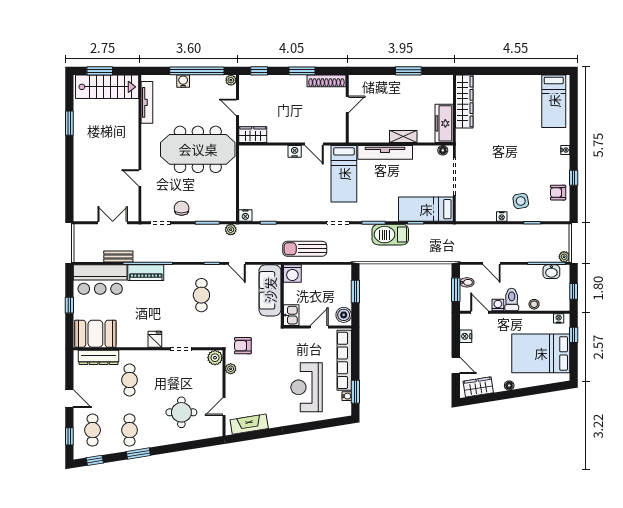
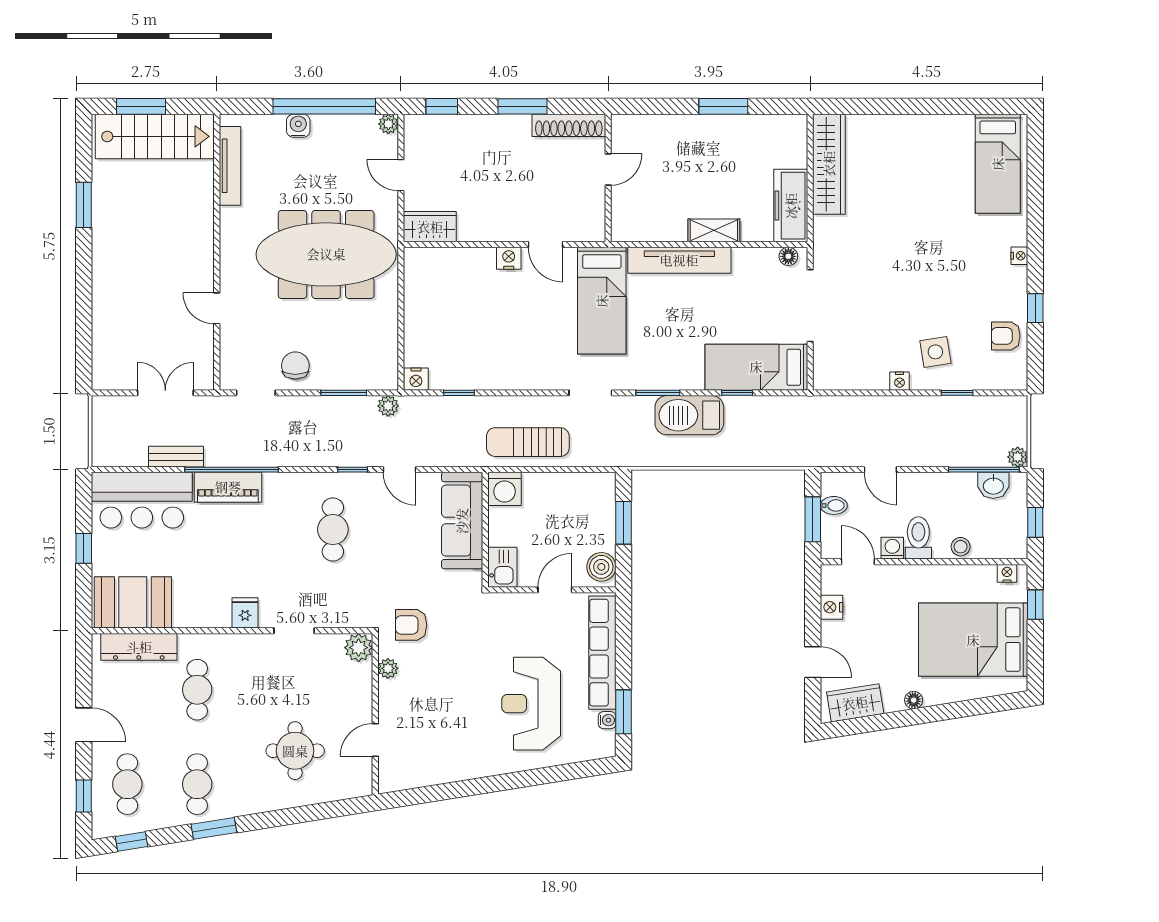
fireplace: (249, 424) -> (423, 773), removed

